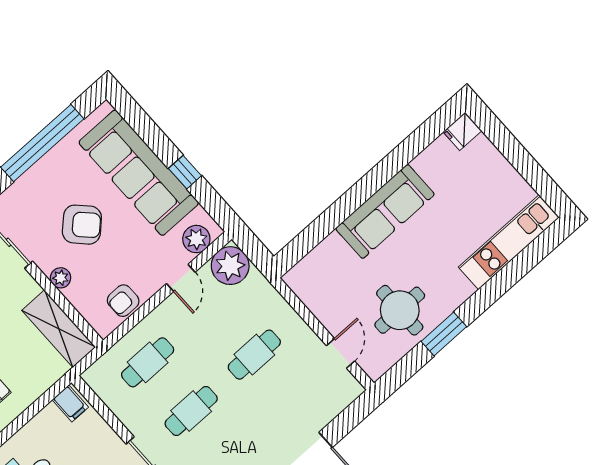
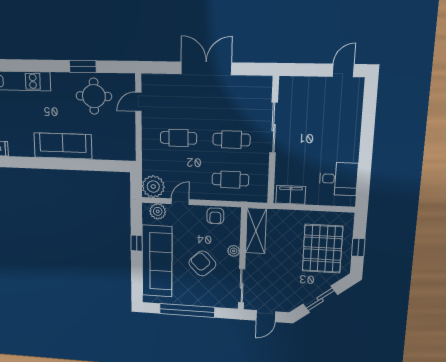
armchair: (123, 301) -> (215, 216), turned 90
filing cabinet: (70, 403) -> (291, 195), width x2.00

